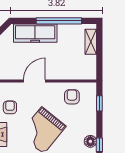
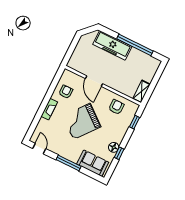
shelving: (91, 42) -> (142, 92), moved
door: (34, 81) -> (94, 81), swing flipped

